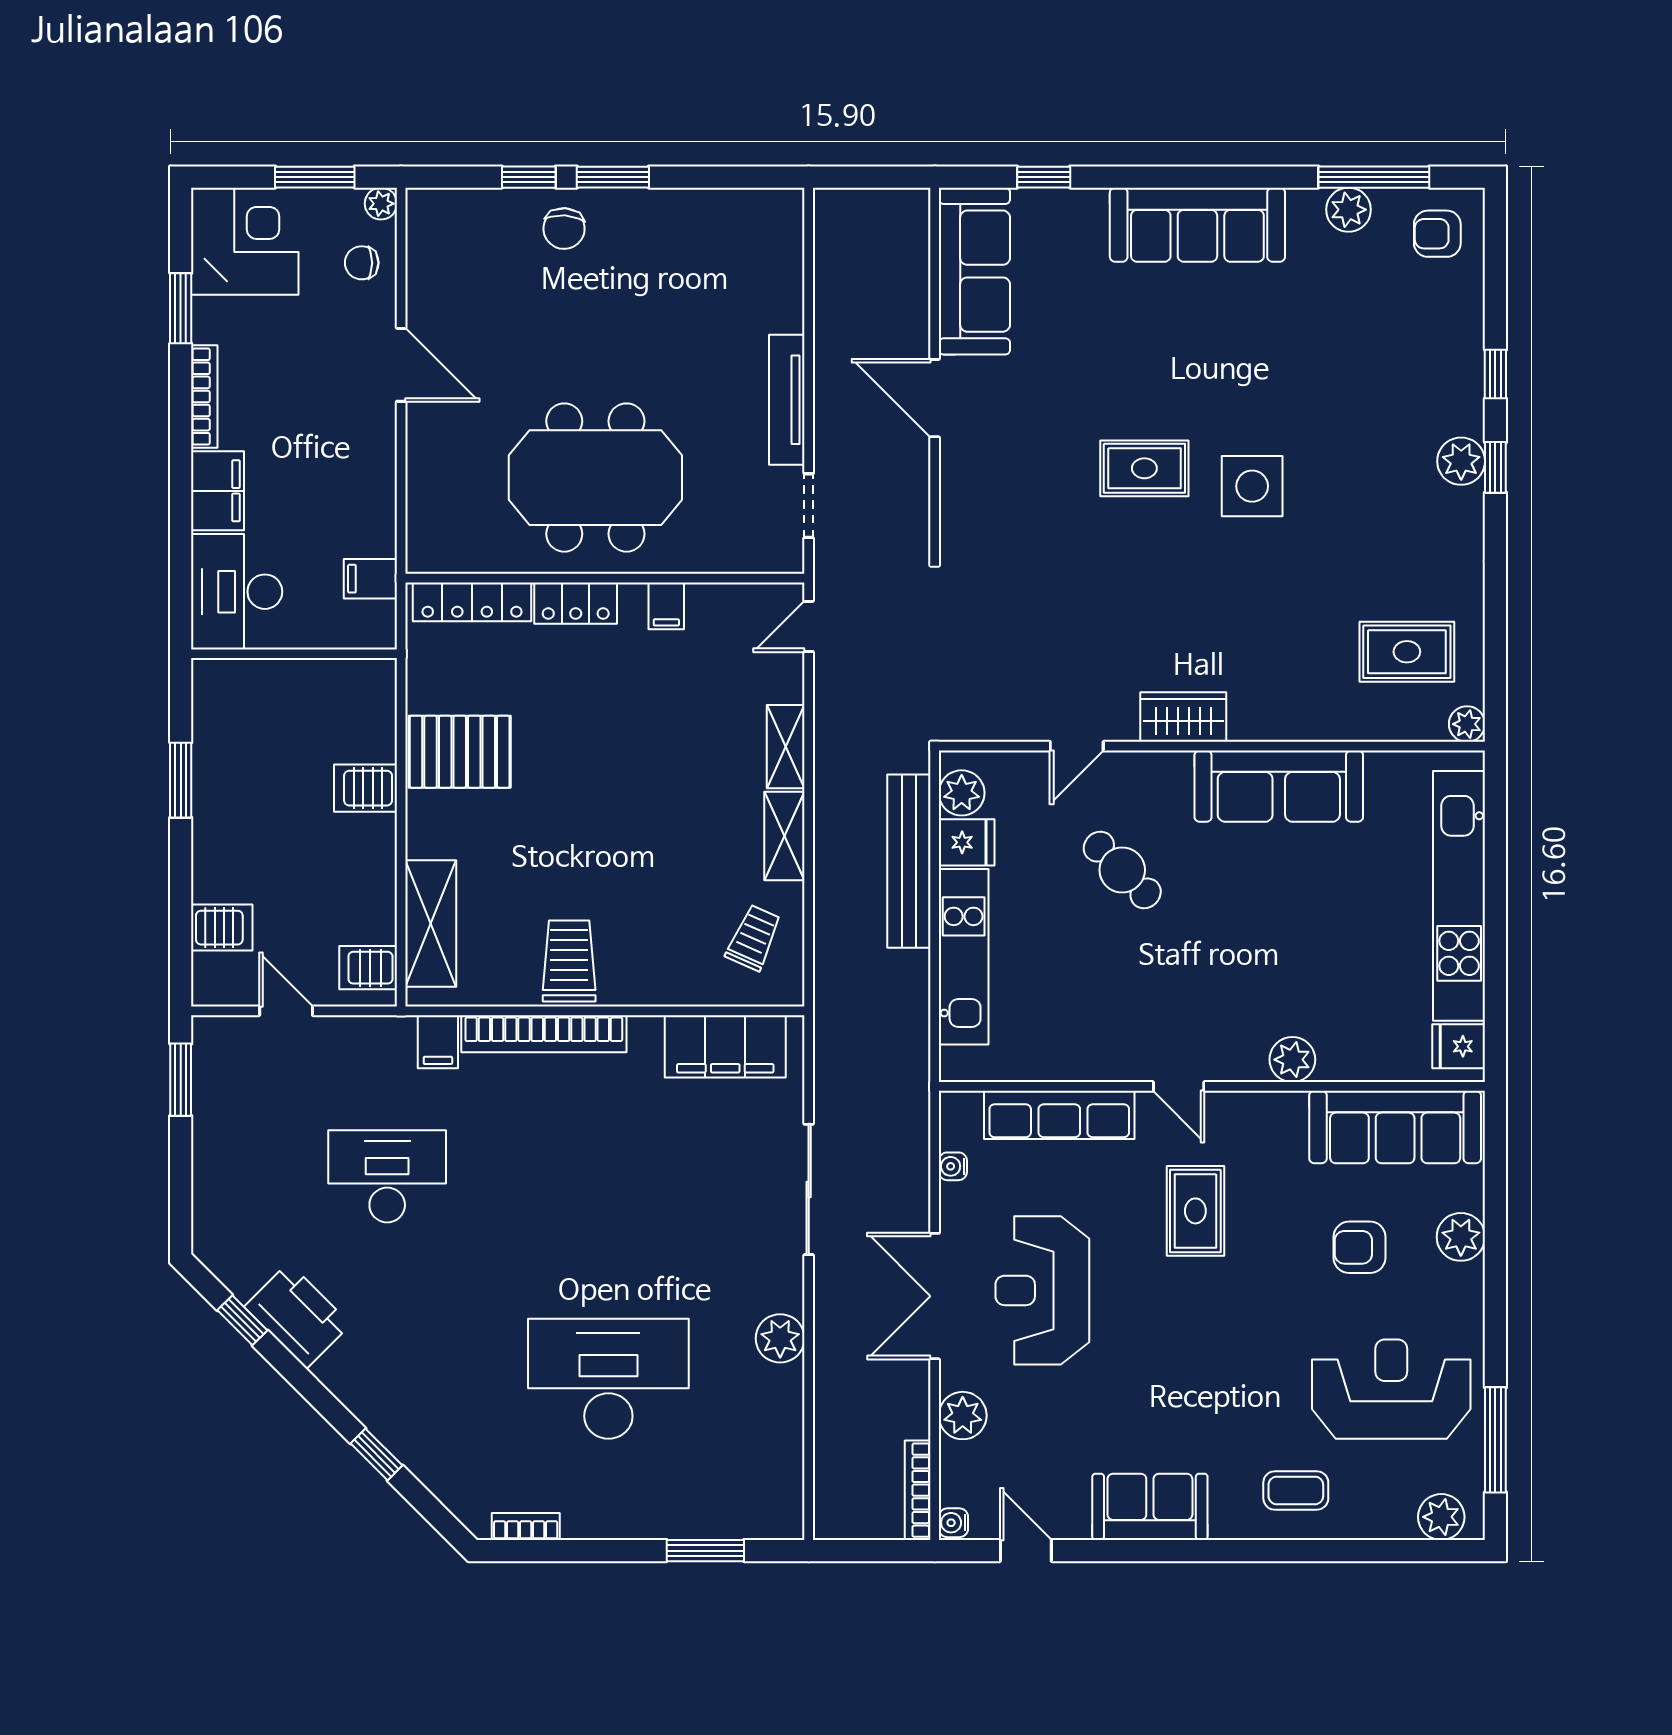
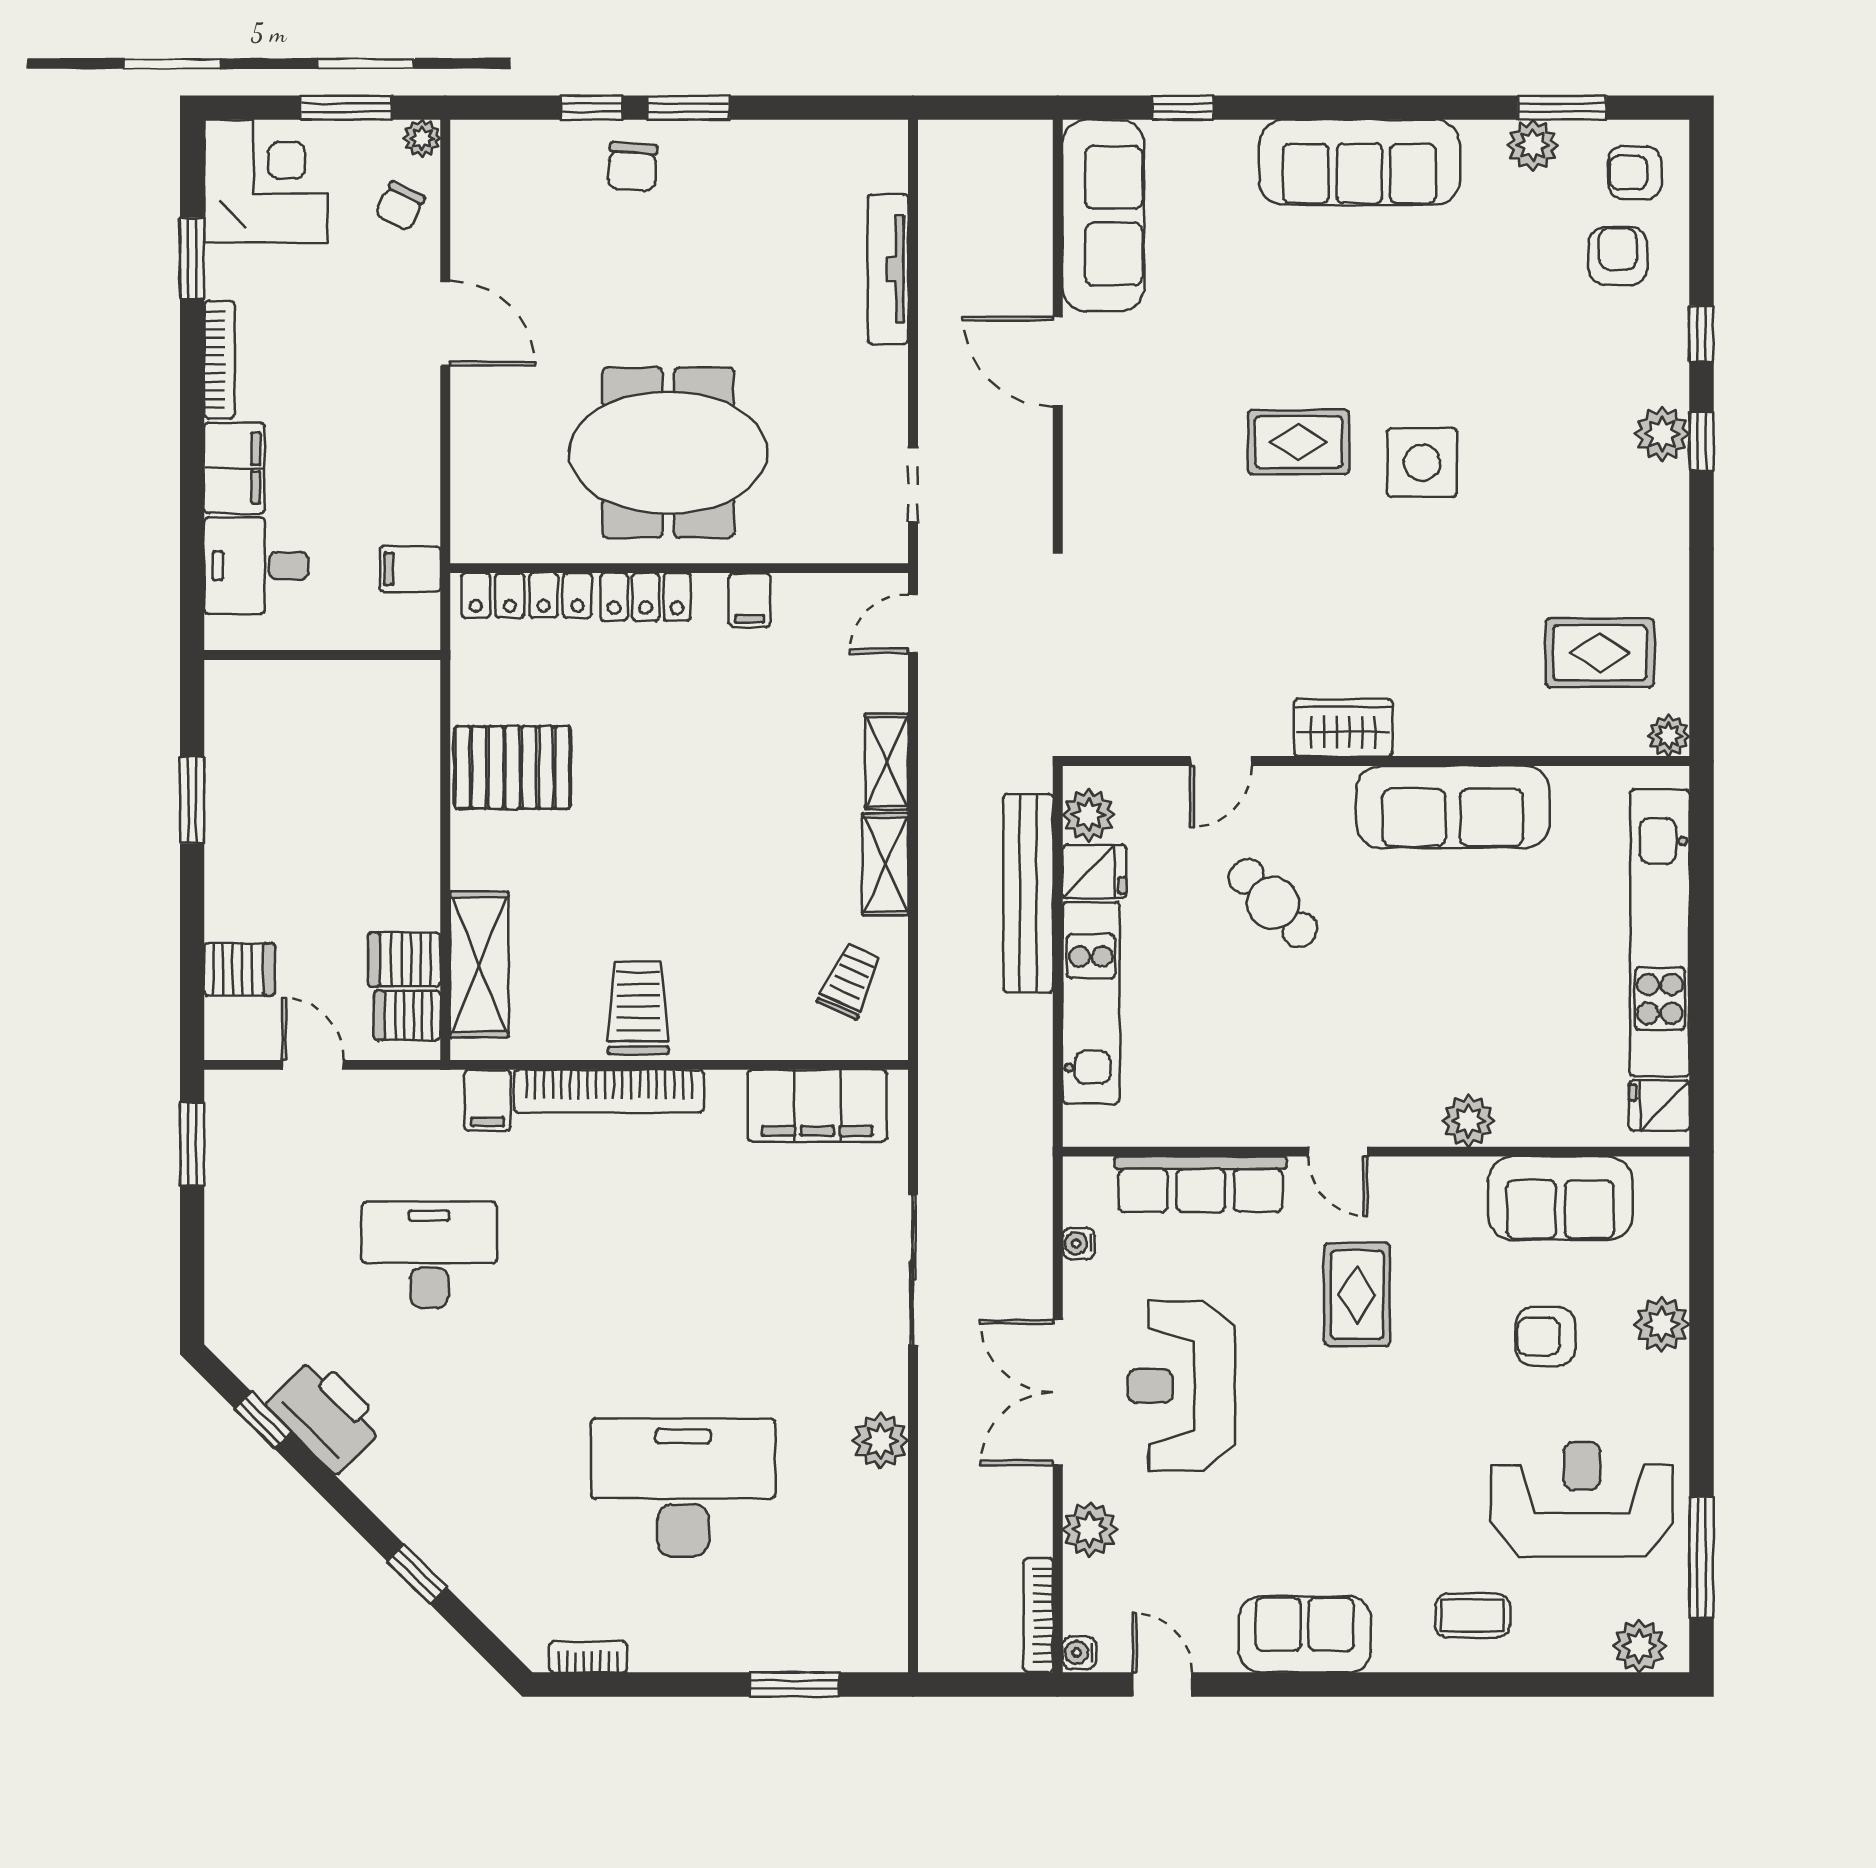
window: (1374, 177) -> (1562, 108), width x0.69
chair: (362, 263) -> (400, 206), turned -63
armchair: (1423, 306) -> (1618, 256), added
tv unit: (787, 400) -> (888, 269), moved
desk: (237, 592) -> (256, 566), width x0.73
server rack: (366, 788) -> (404, 959), moved
sofa: (1395, 1127) -> (1560, 1198), width x0.73

